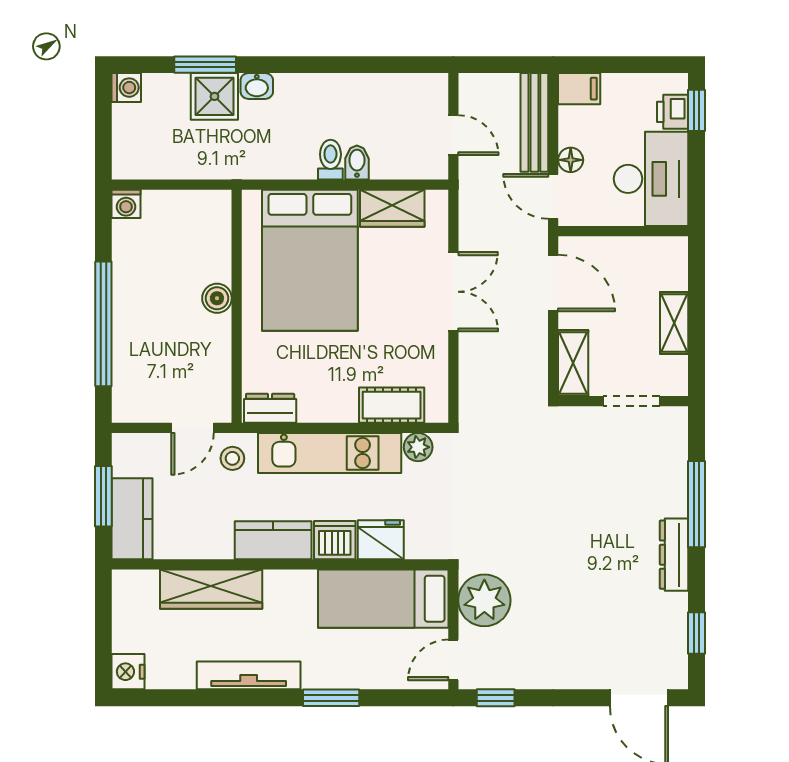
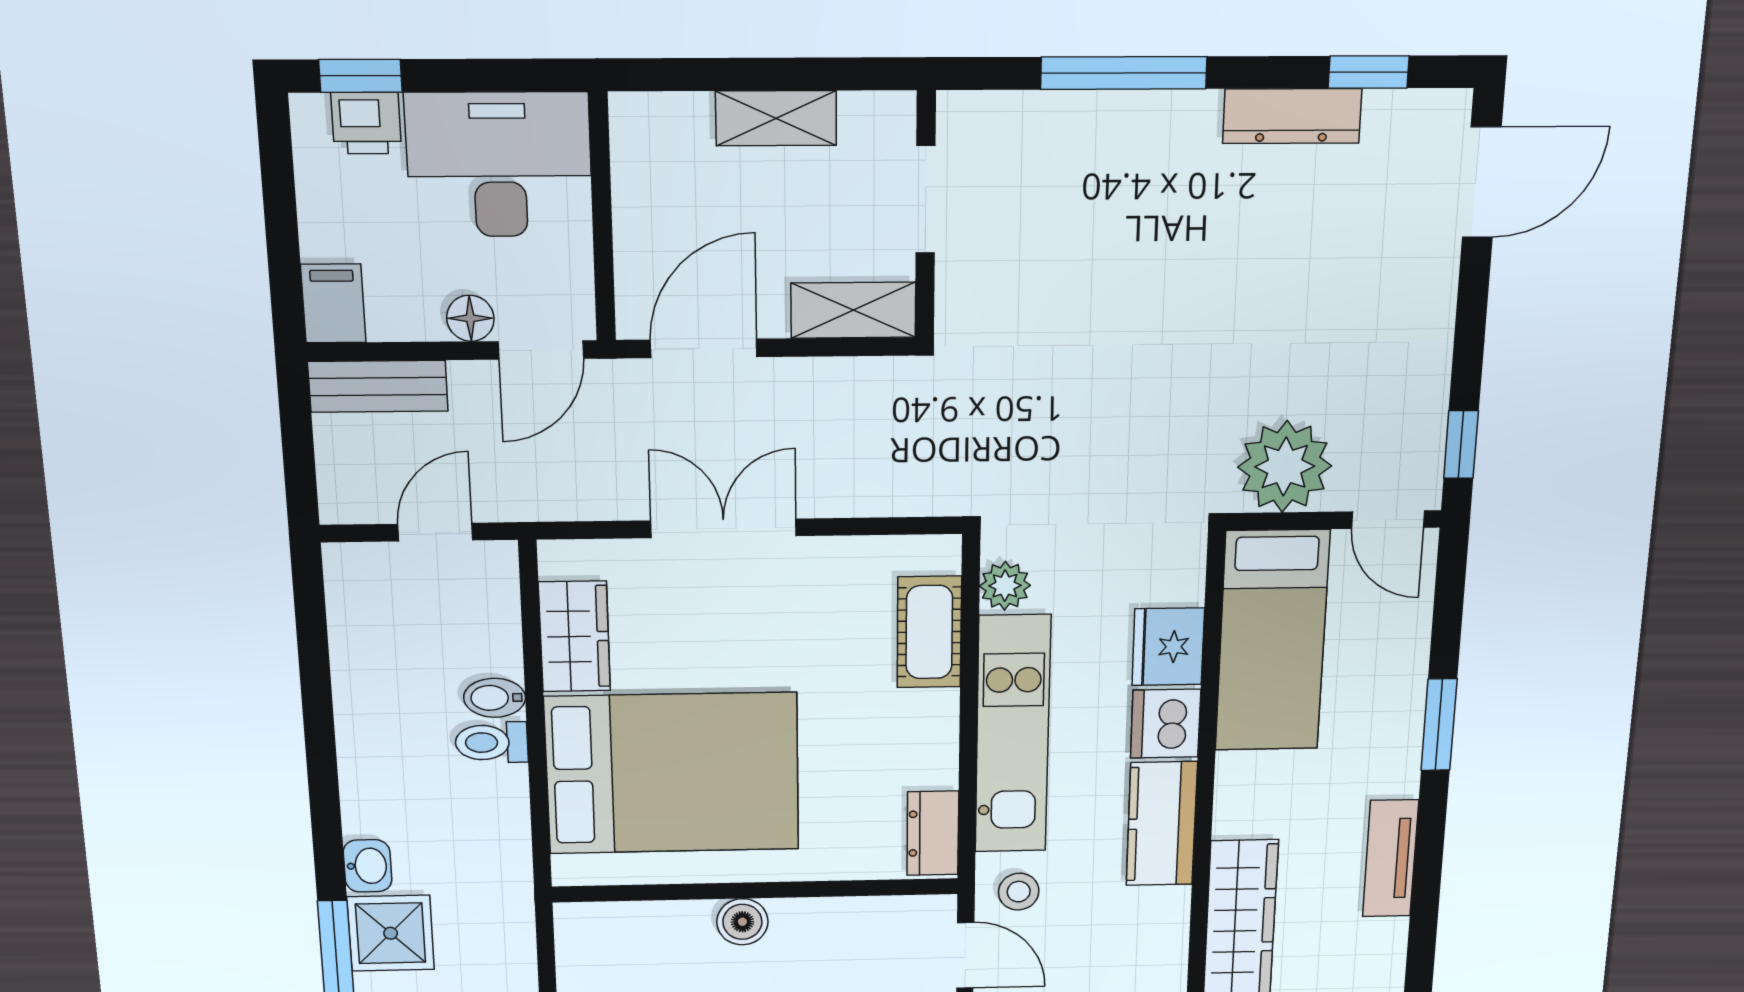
bench: (534, 122) -> (378, 386), width x0.73
dresser: (674, 555) -> (1292, 116), moved
tv unit: (249, 675) -> (1390, 858), width x0.71

